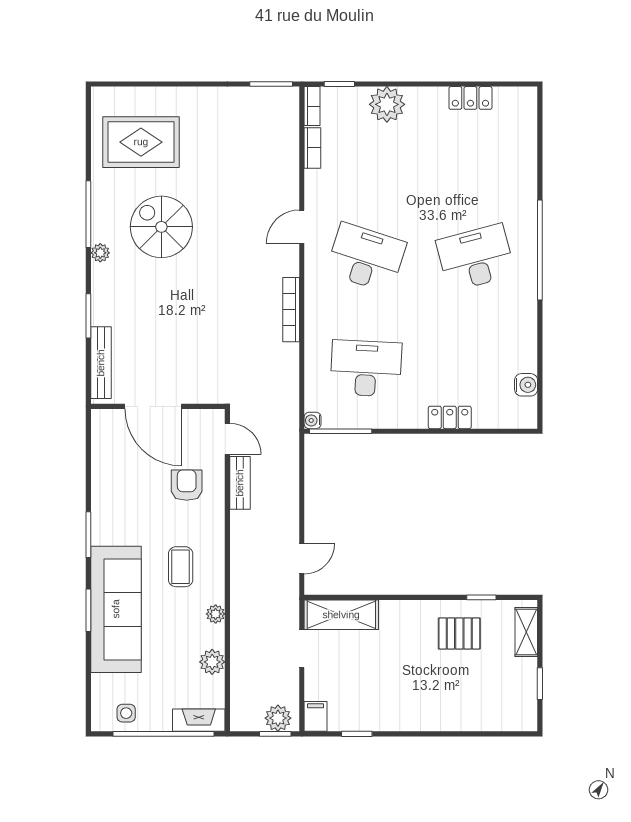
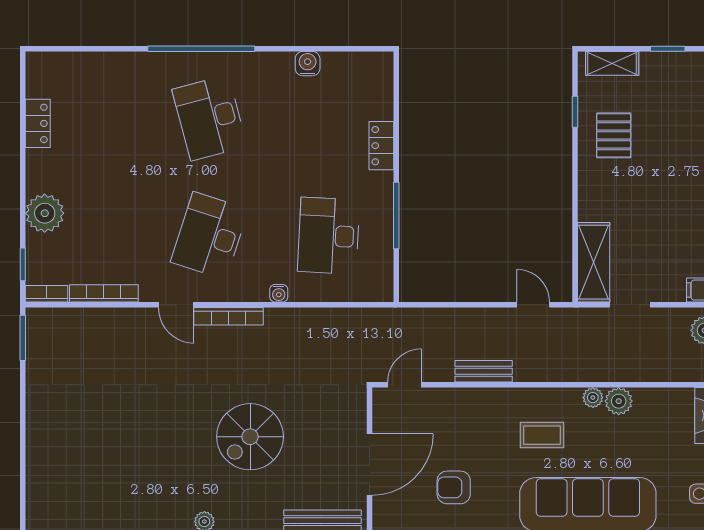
rug: (141, 142) -> (85, 478), removed
bookcase: (312, 148) -> (104, 293), width x1.56
spiral stairs: (161, 227) -> (250, 437), moved
bookcase: (291, 310) -> (229, 316), moved
water cooler: (526, 385) -> (308, 64), moved
water cooler: (313, 420) -> (279, 293), moved
window: (341, 431) -> (396, 216), moved
bench: (240, 483) -> (484, 371), moved
armchair: (187, 485) -> (454, 487), moved
plant: (212, 662) -> (619, 401), moved

